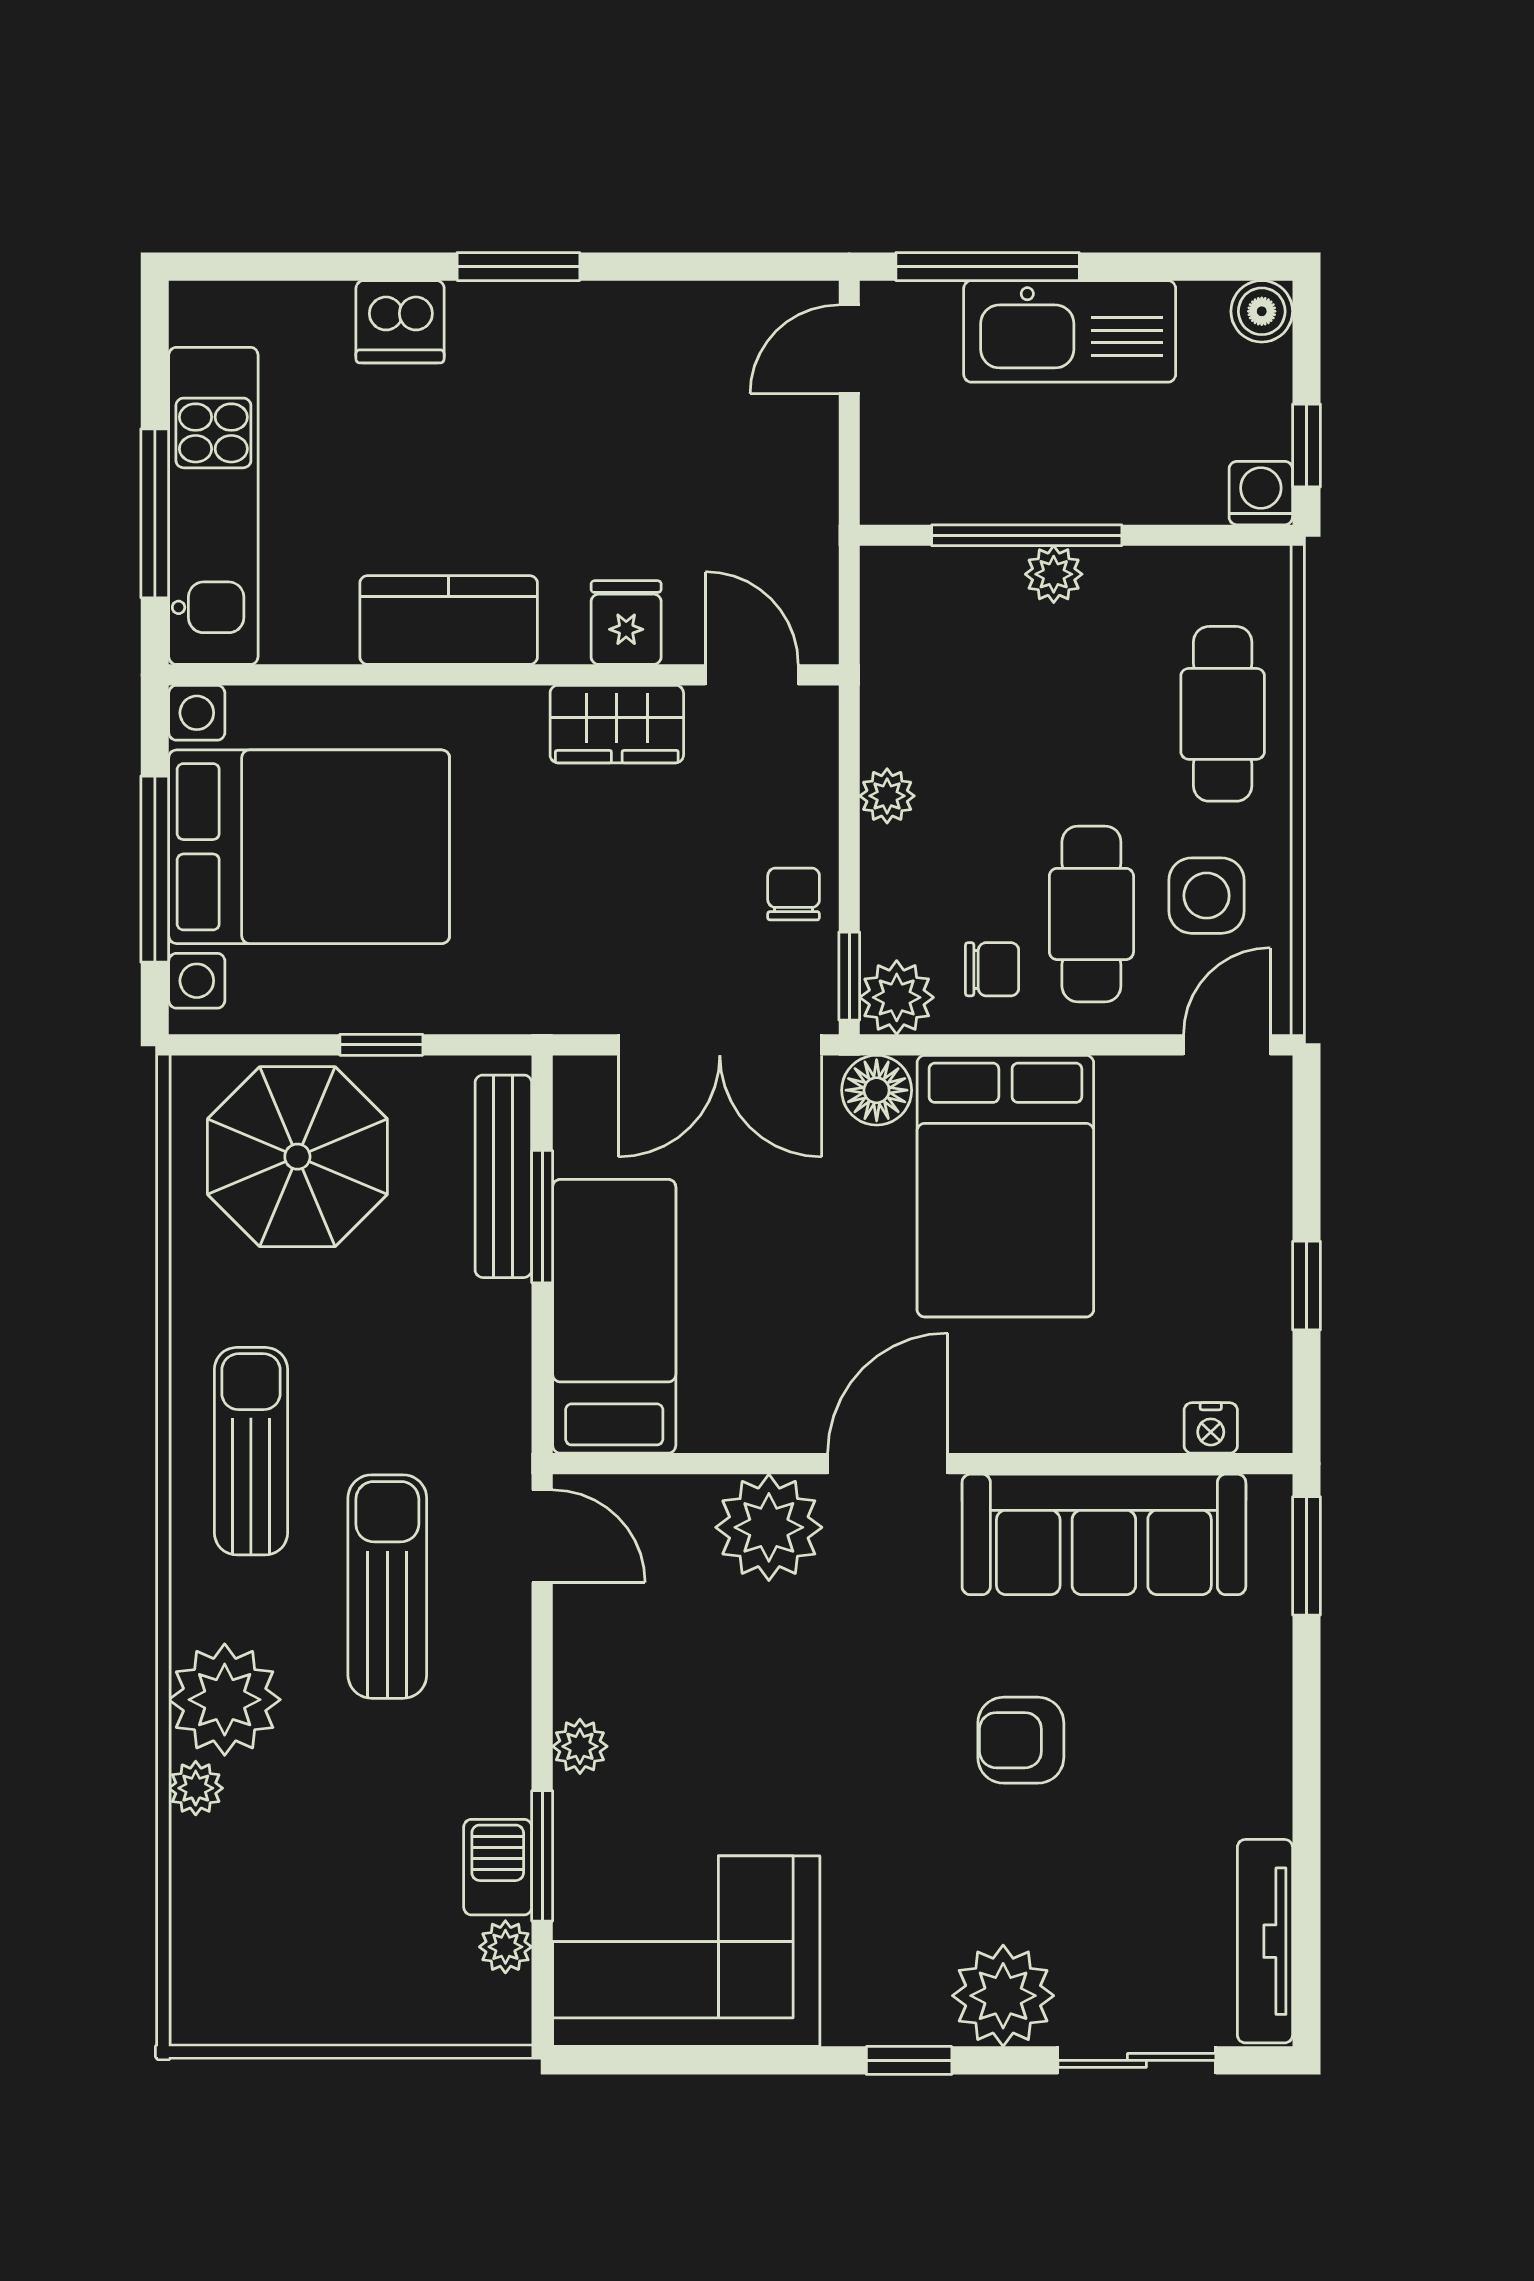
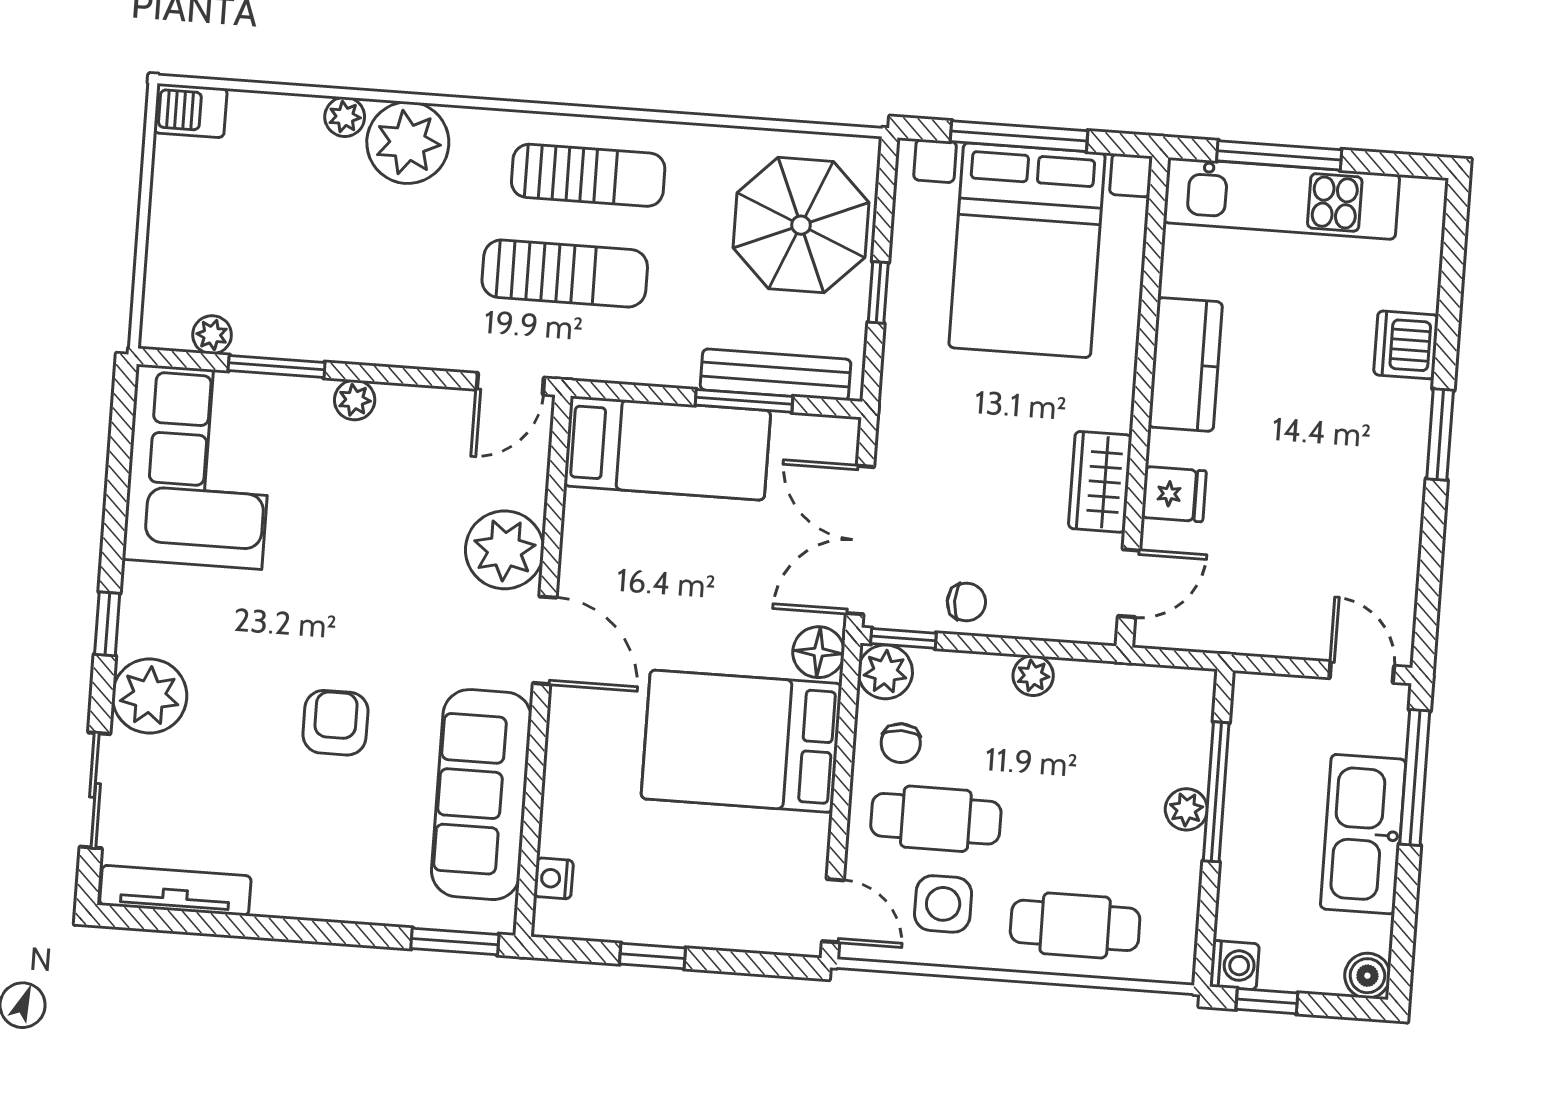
sun lounger: (387, 1587) -> (565, 274), moved
barbecue: (498, 1867) -> (190, 111), moved, turned 180

